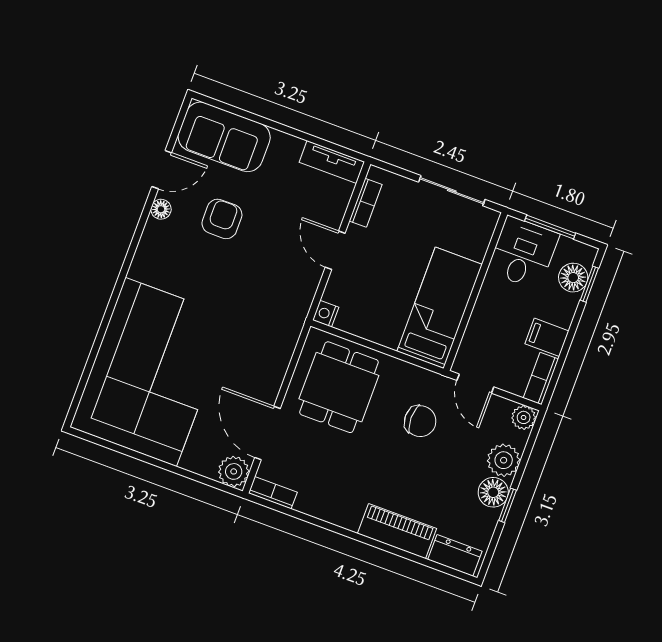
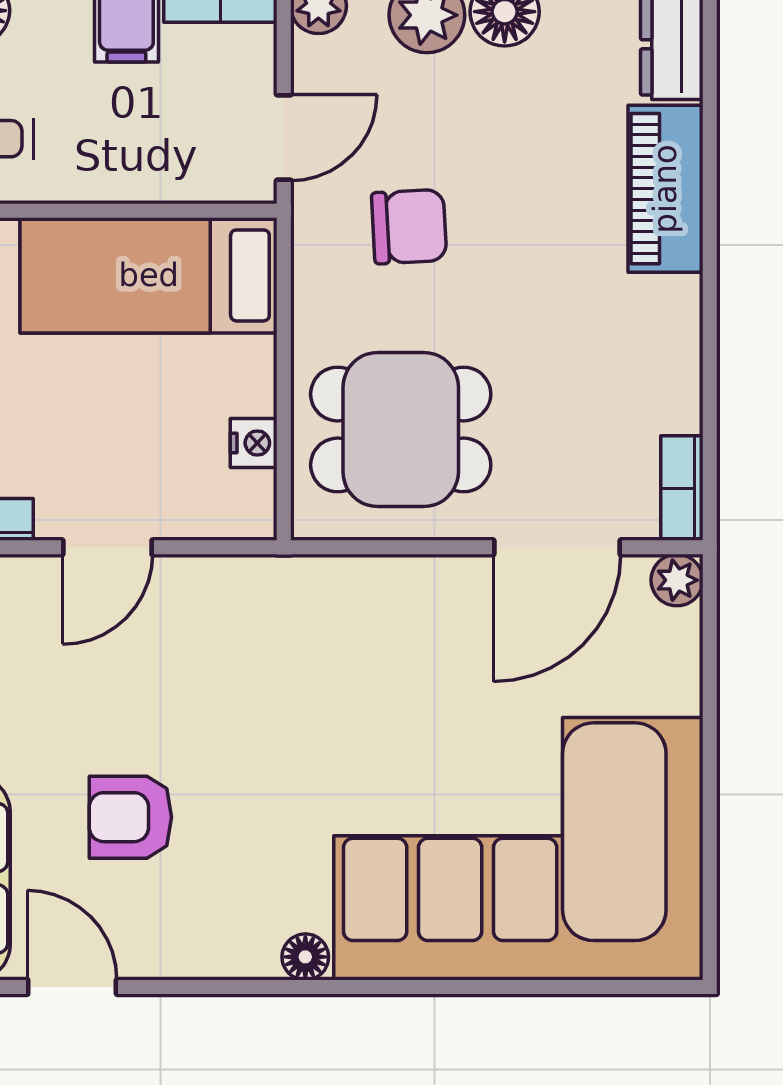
floor lamp: (161, 209) -> (305, 957), moved
nightstand: (326, 314) -> (254, 443), moved, turned -90
chair: (420, 421) -> (409, 227), turned 87
plant: (234, 471) -> (677, 580), width x0.73, depth x0.73

